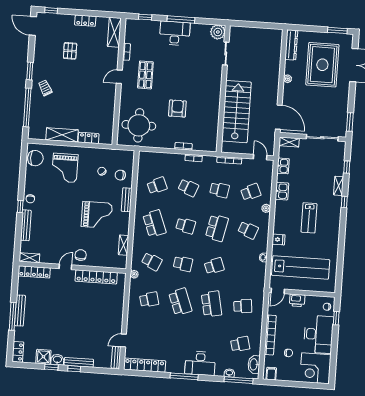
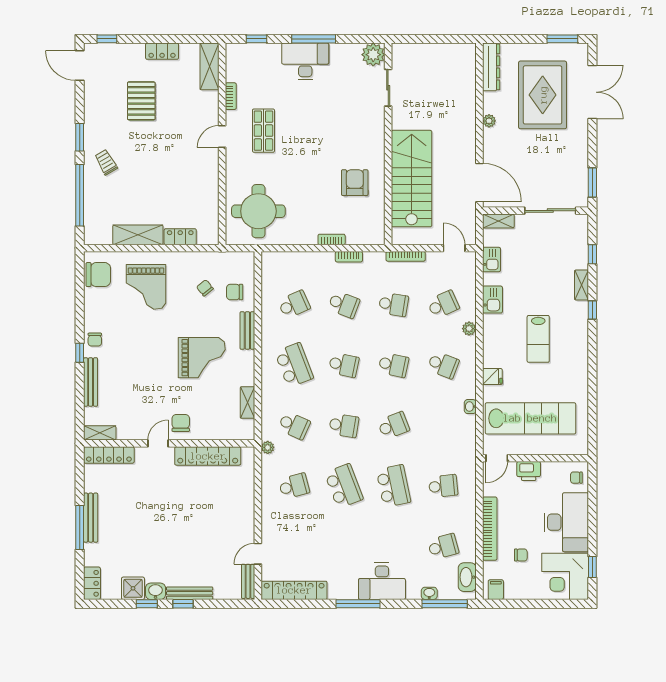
pallet: (70, 51) -> (141, 101), width x1.50, depth x1.42
armchair: (177, 108) -> (355, 183), moved
school desk: (217, 228) -> (393, 365), width x0.54
window: (336, 318) -> (592, 567), moved

